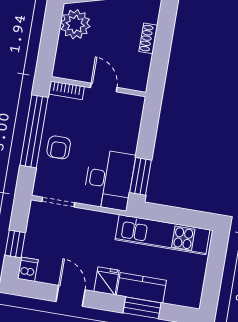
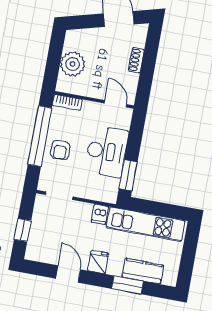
plant: (75, 24) -> (73, 64), moved
door: (104, 88) -> (115, 104), moved
desk: (109, 180) -> (107, 152), moved
dishwasher: (28, 269) -> (100, 214), moved, turned 180
kitchen counter: (141, 288) -> (143, 271), moved

